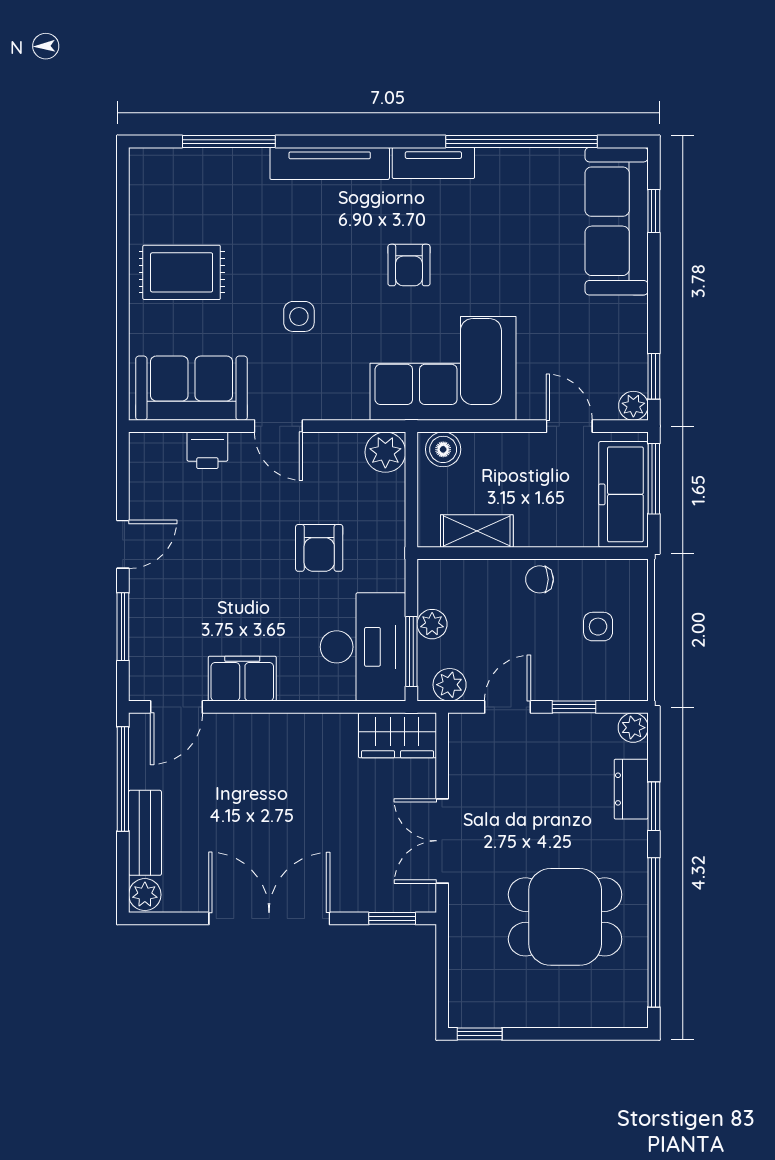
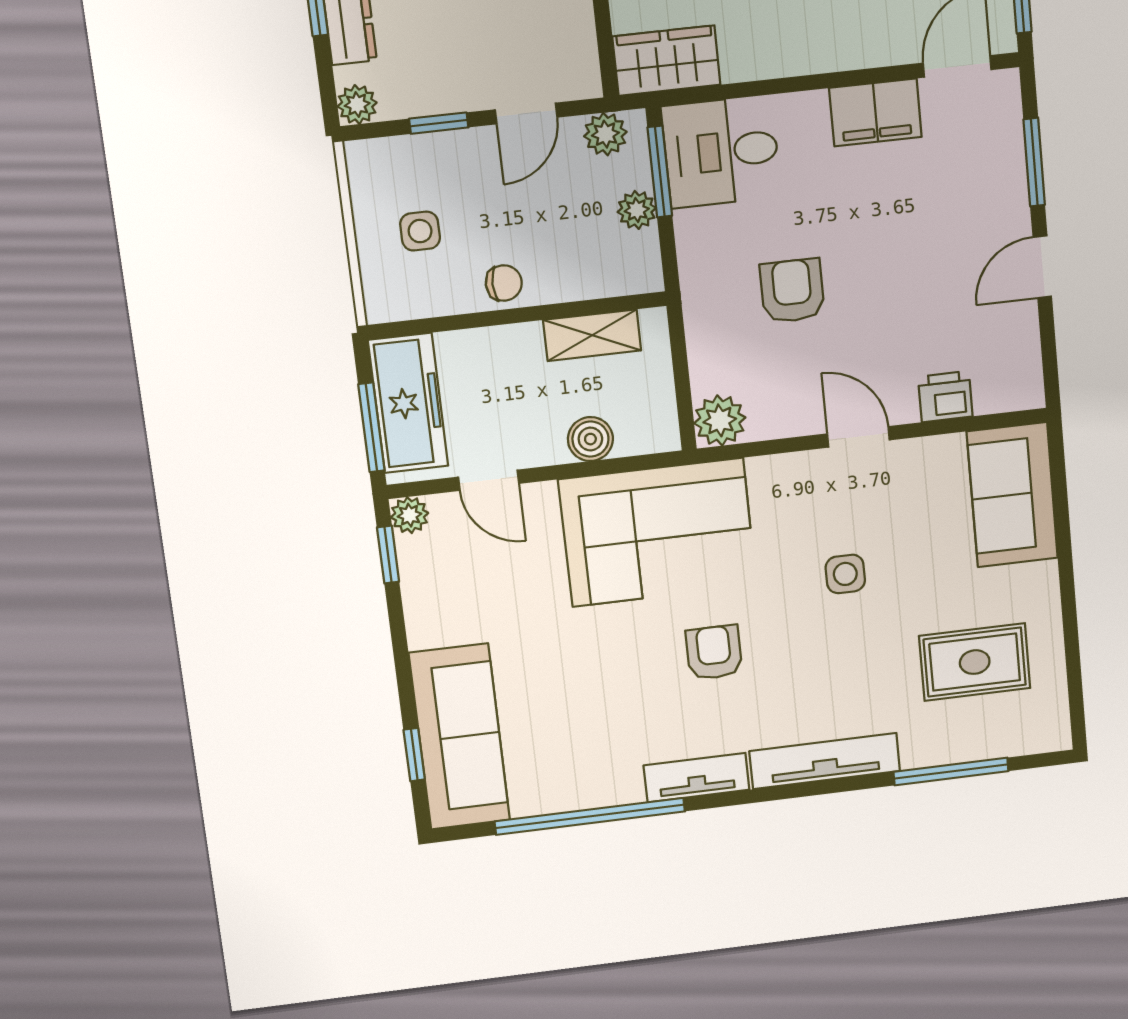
rug: (182, 272) -> (975, 662), moved
sofa: (191, 388) -> (1012, 495), moved, turned 90
boiler: (443, 449) -> (590, 439), moved
desk: (363, 647) -> (721, 152), width x0.73

